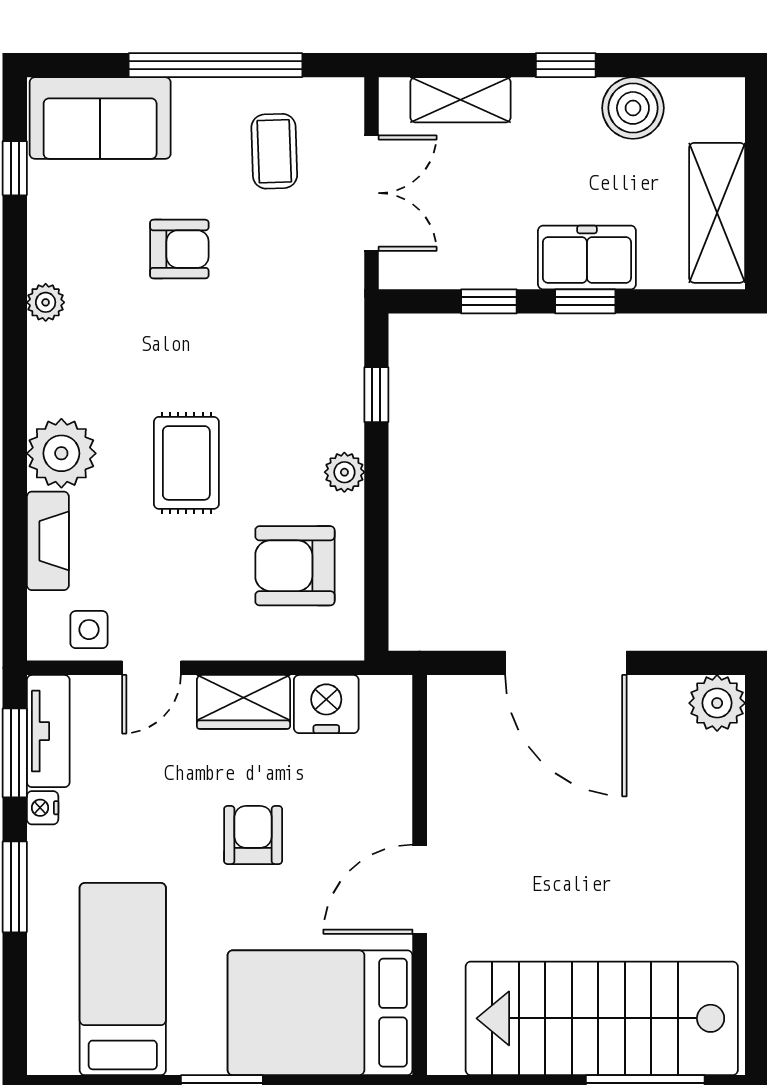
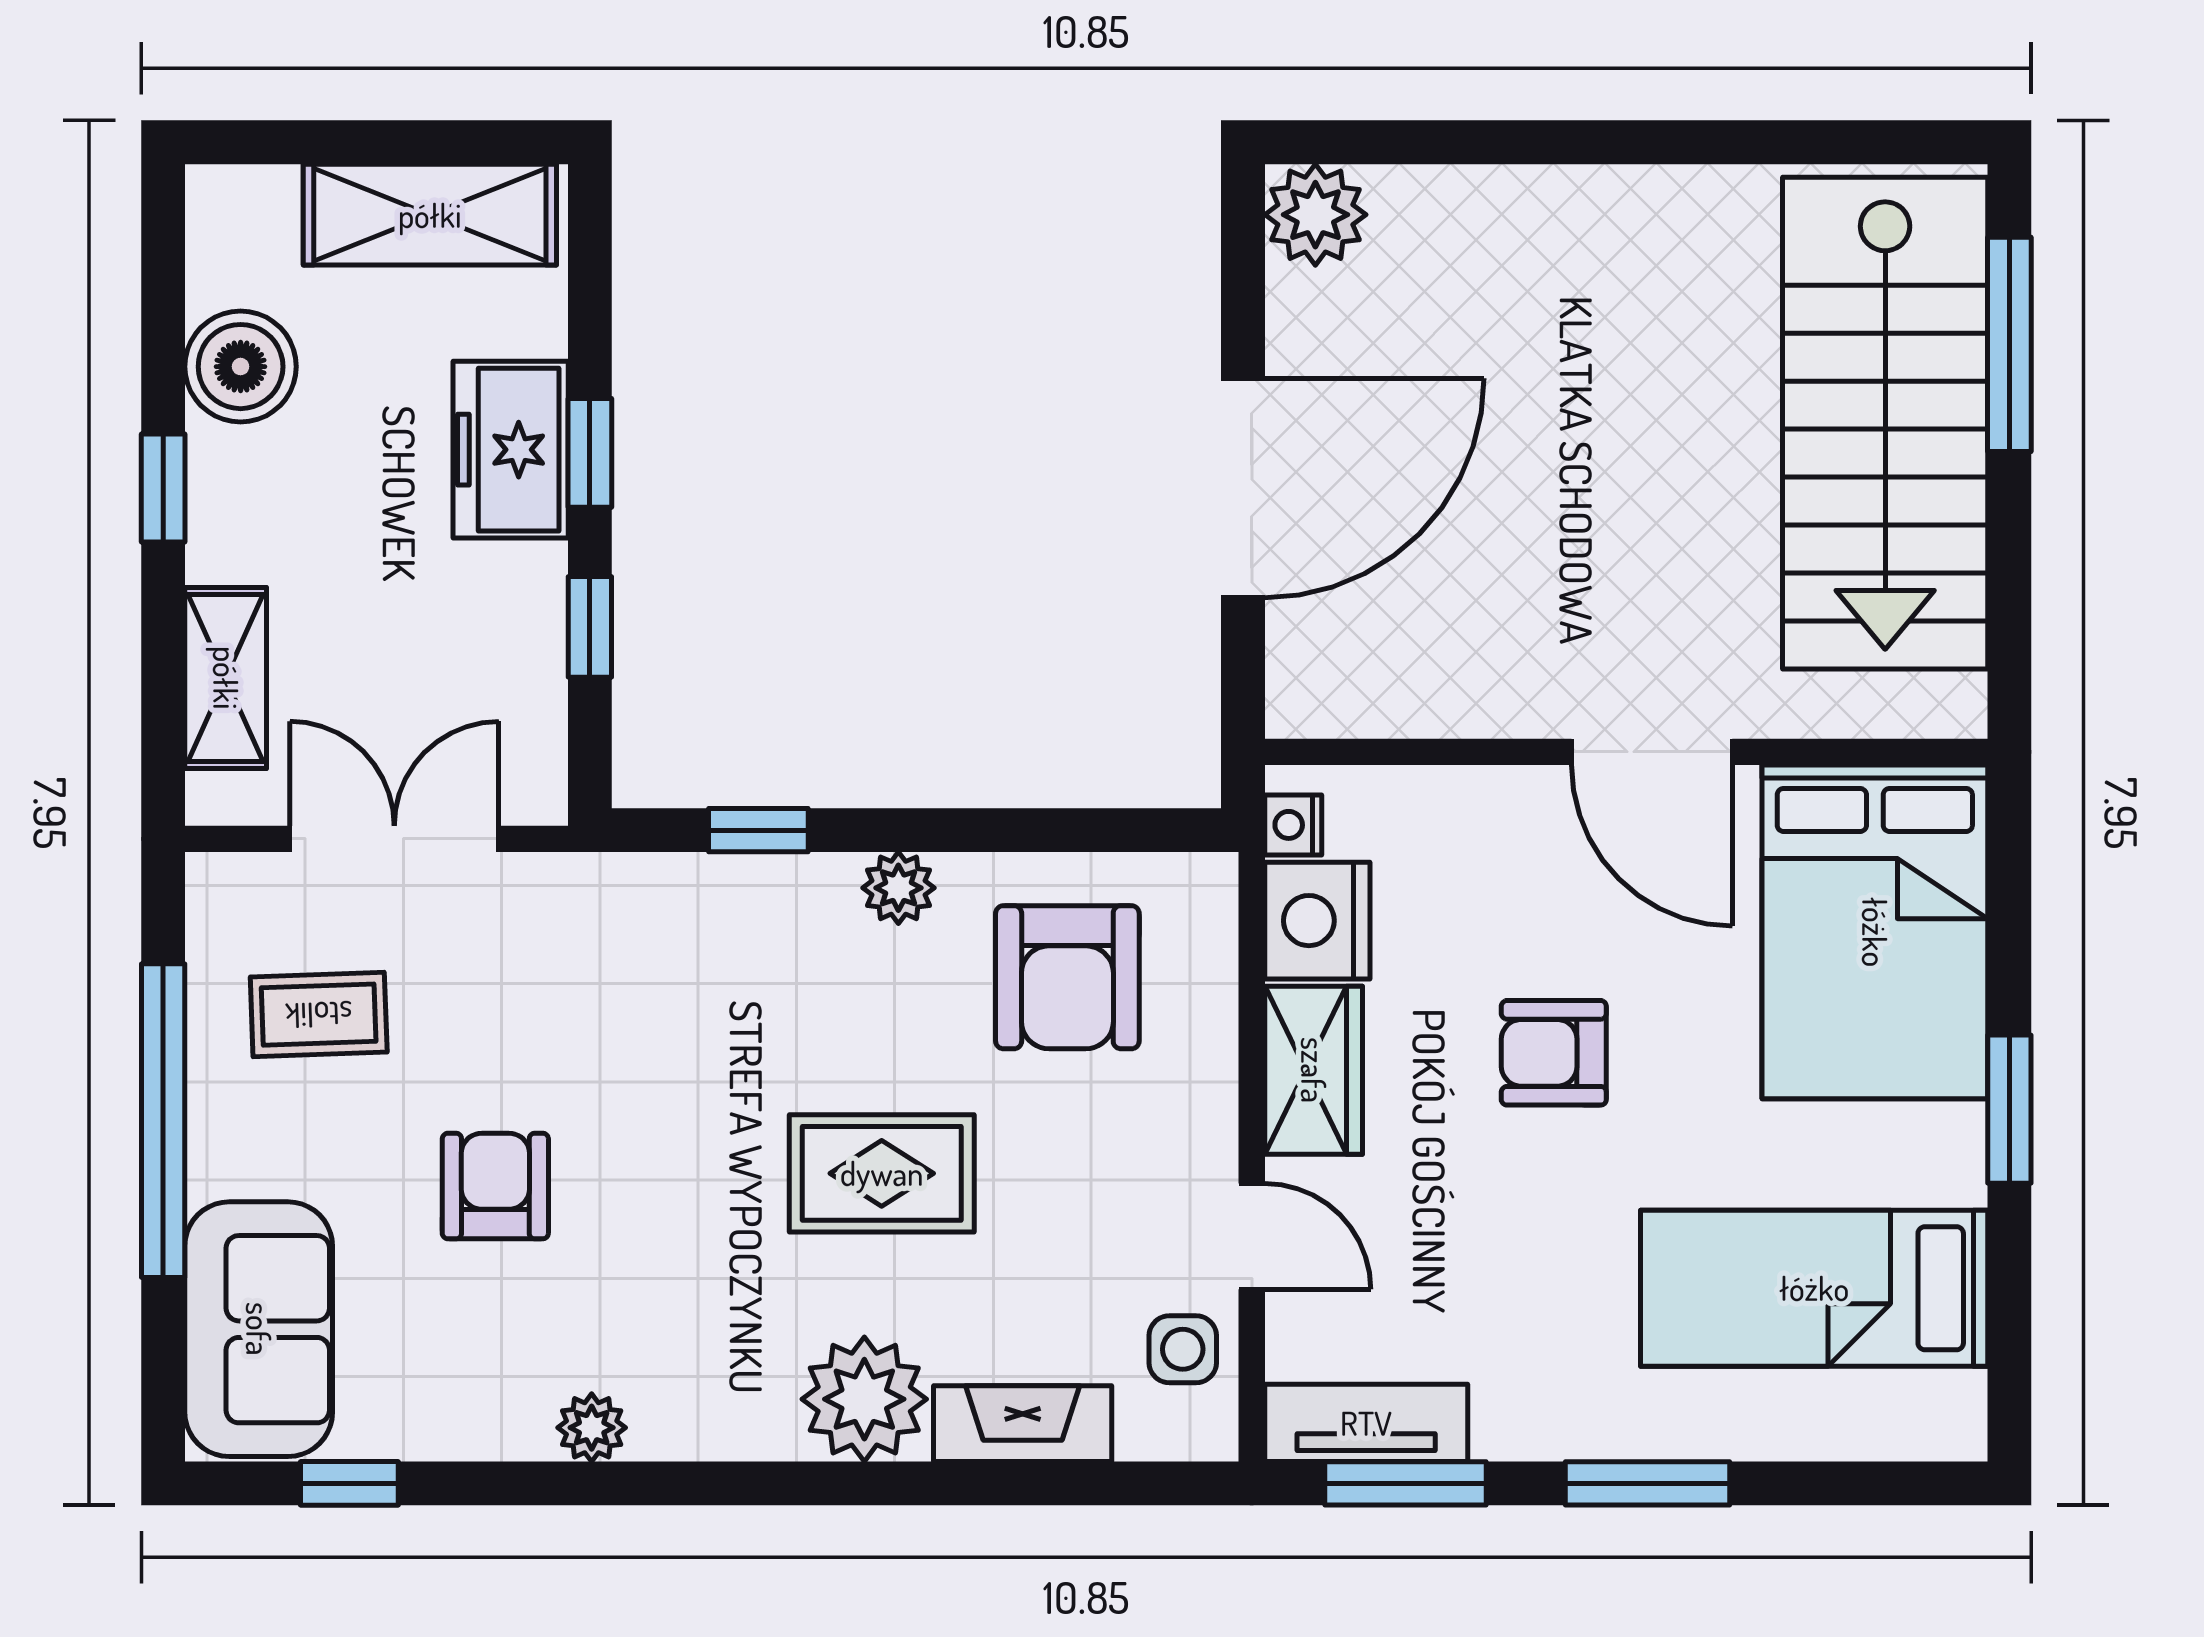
nightstand: (43, 808) -> (1293, 825), moved, turned 90

